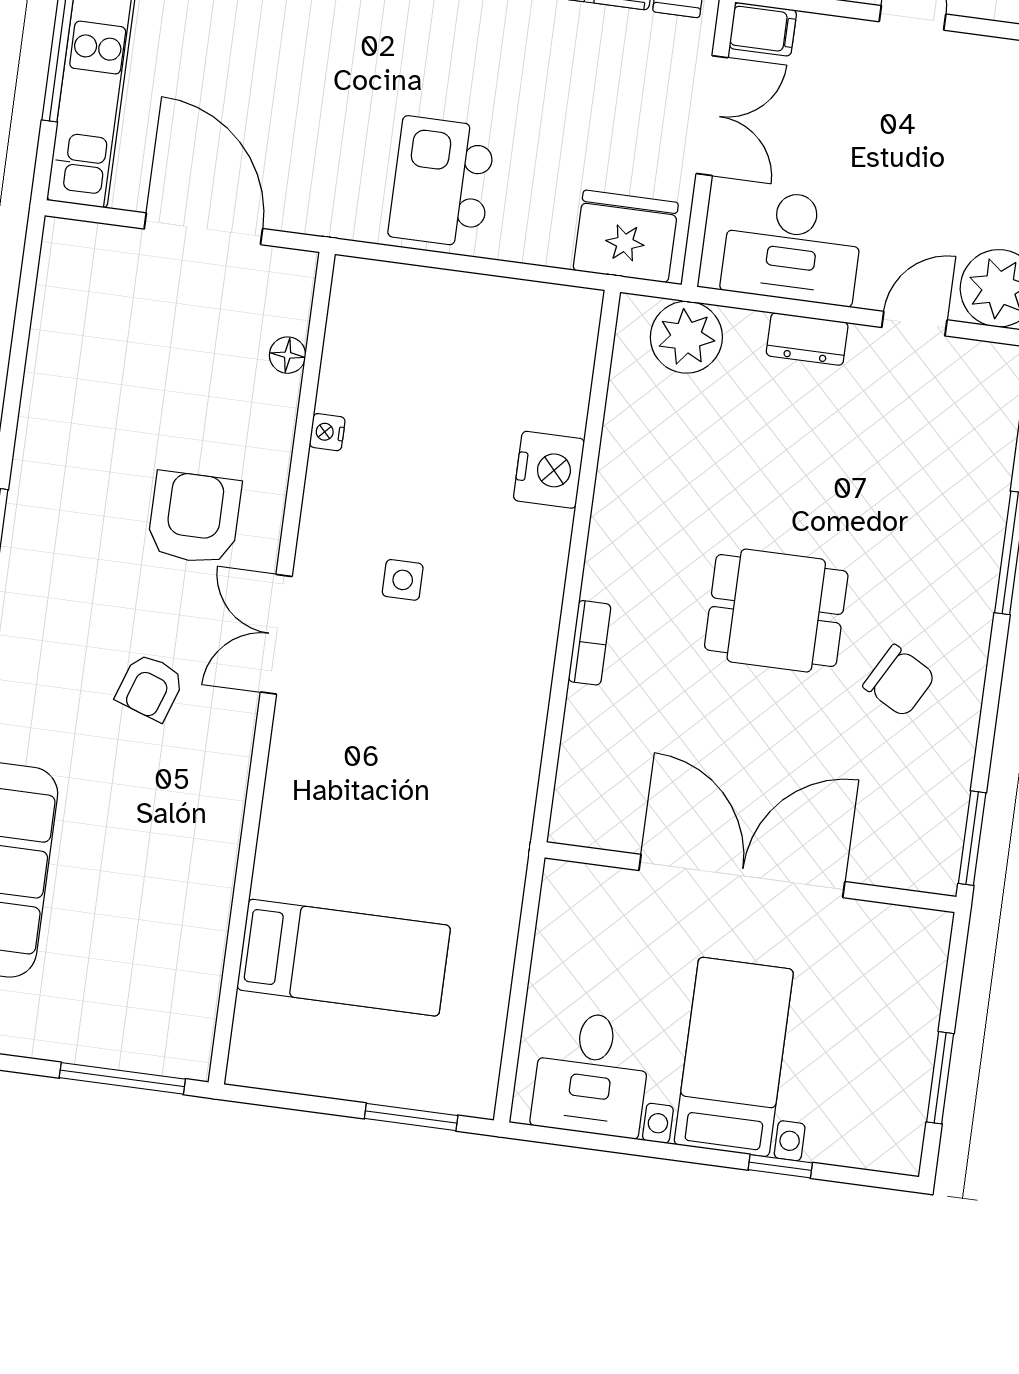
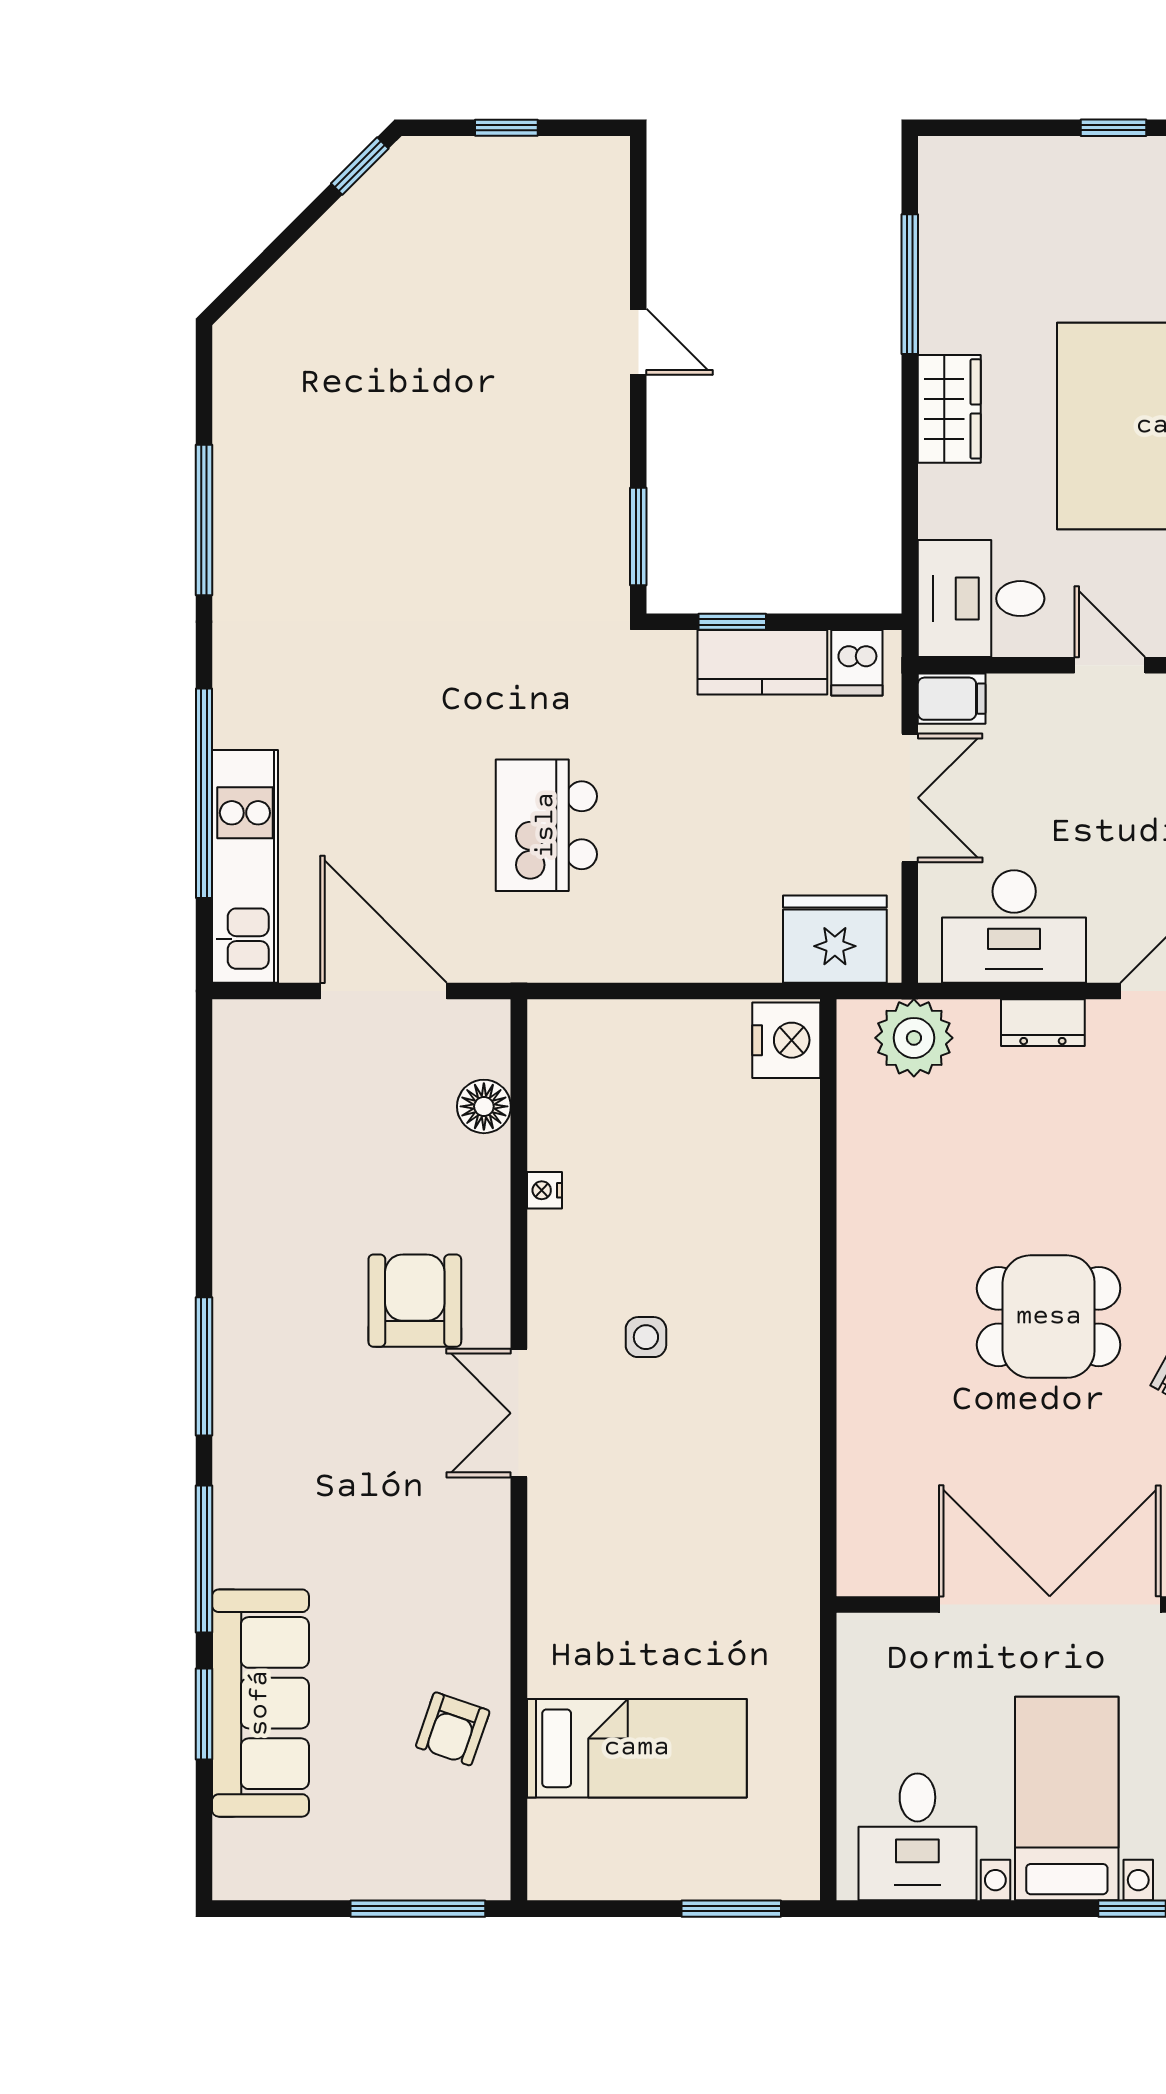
kitchen island: (442, 182) -> (546, 825), moved
floor lamp: (288, 355) -> (484, 1106), width x1.37, depth x1.37
nightstand: (549, 470) -> (786, 1040), moved
bookcase: (590, 643) -> (854, 1378), removed
armchair: (150, 687) -> (453, 1729), moved

